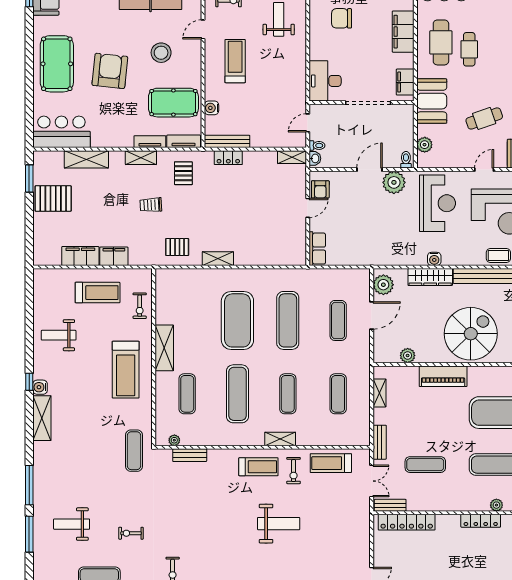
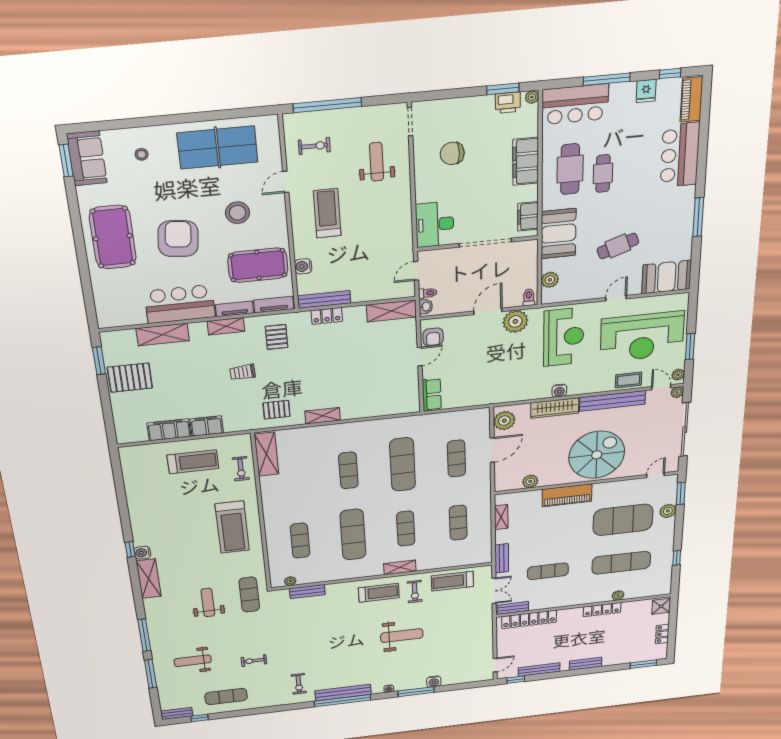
bar counter: (61, 132) -> (180, 304), moved
shelving: (292, 157) -> (391, 311), width x1.50, depth x1.33
exercise mat: (237, 320) -> (348, 470), width x0.50, depth x0.69
weight bench: (59, 335) -> (208, 602), moved, turned 90
shelving: (164, 348) -> (266, 454), moved

